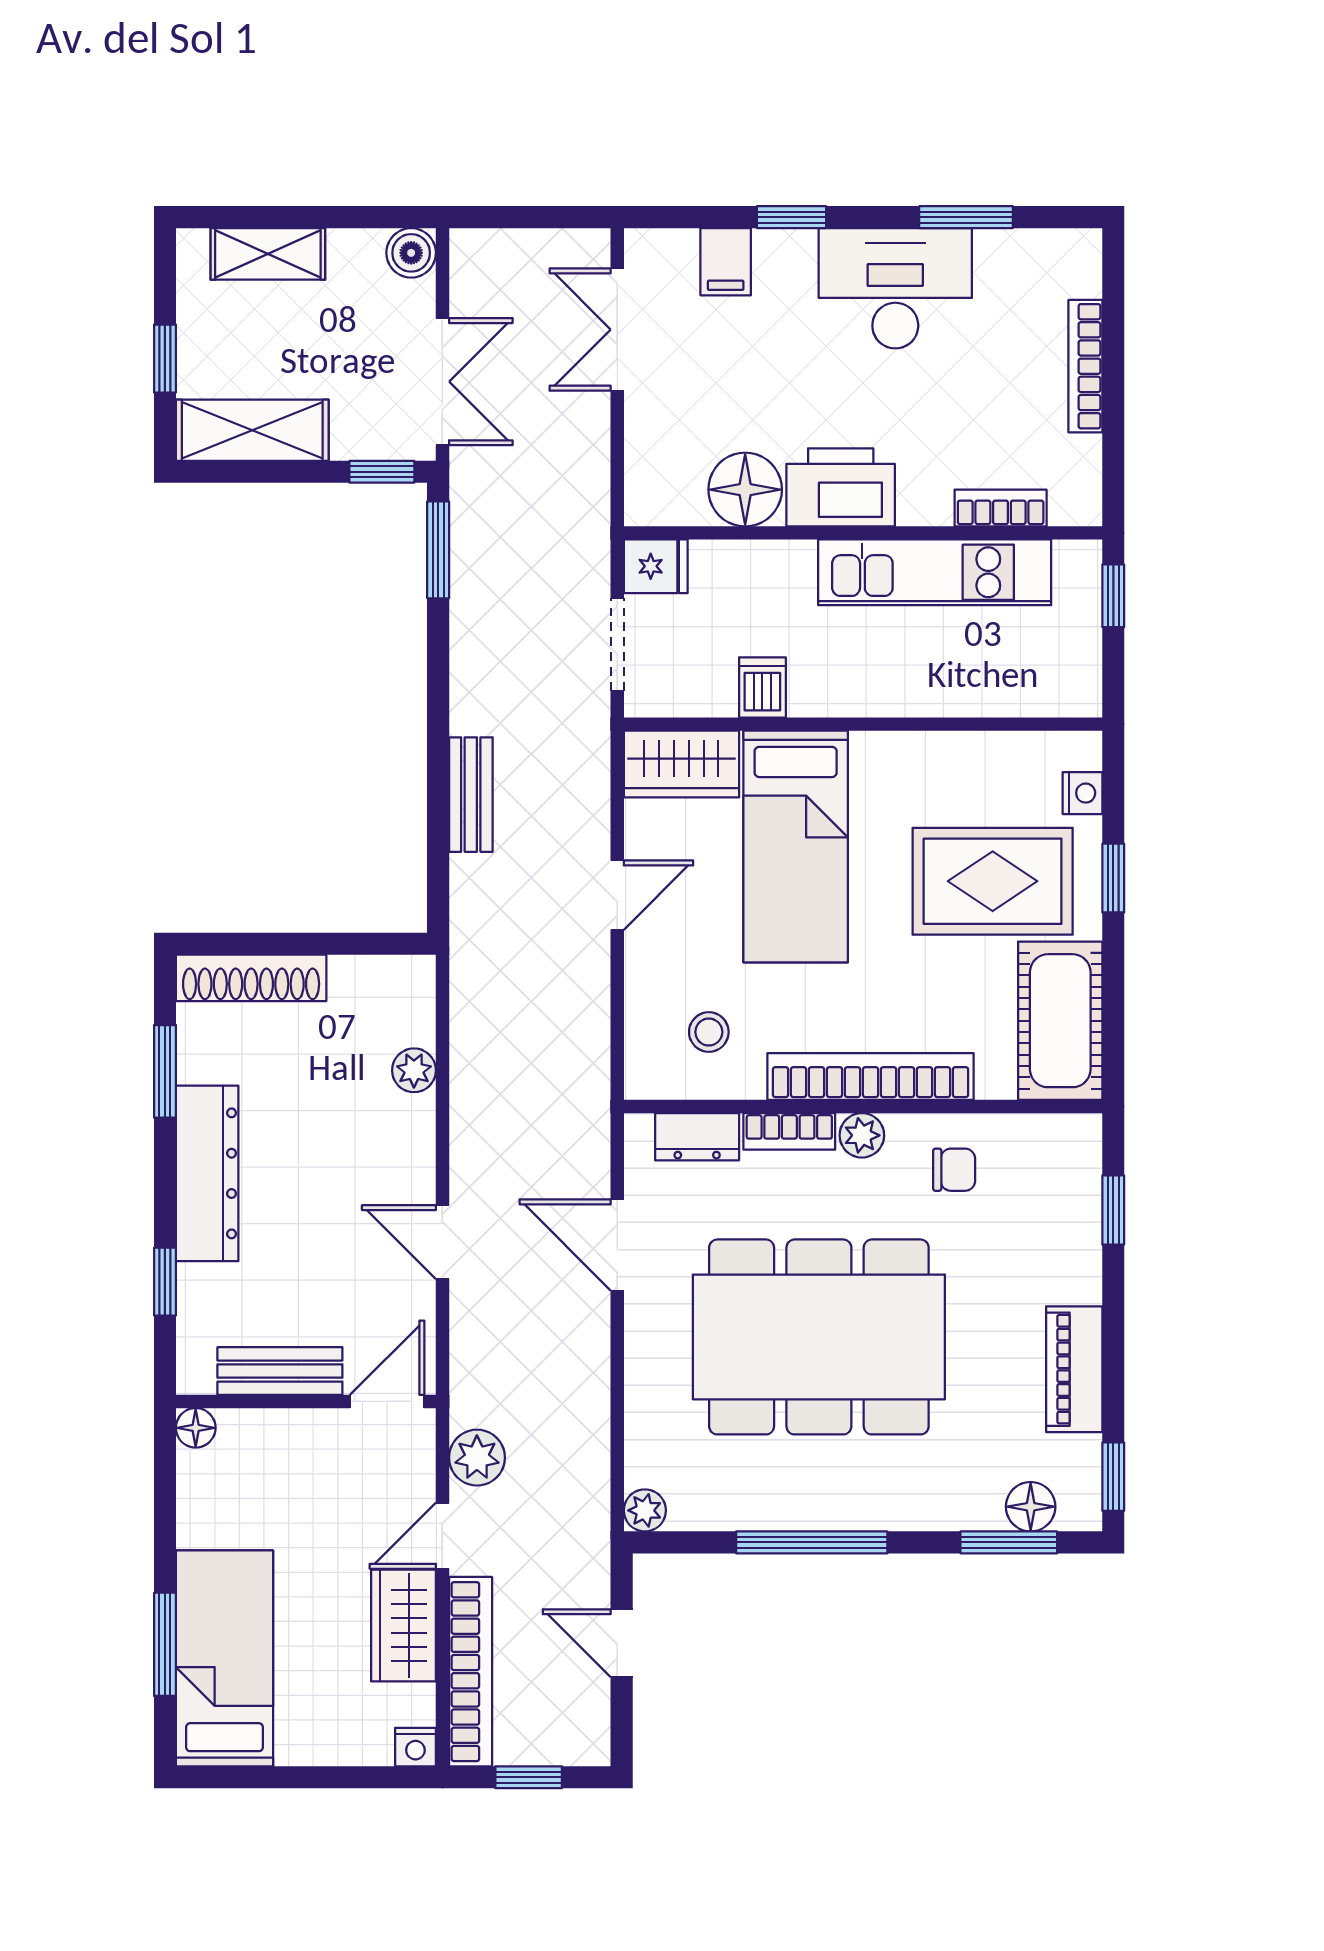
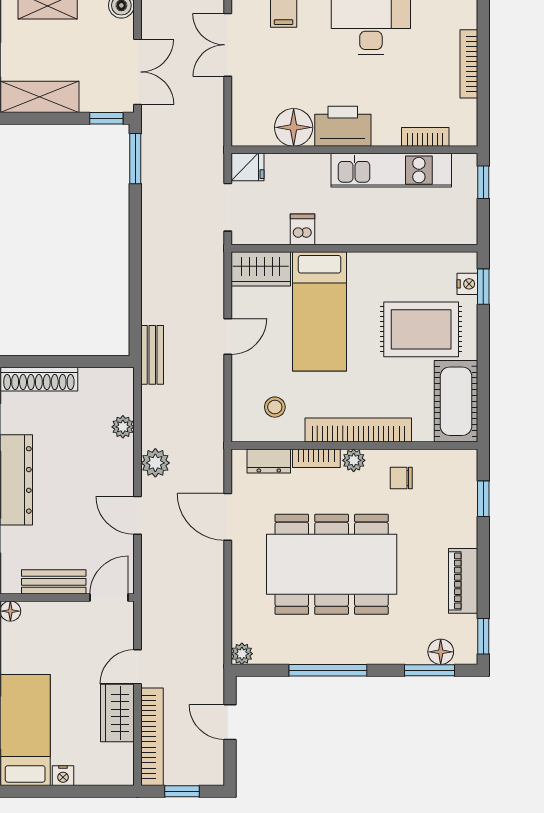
bench: (471, 795) -> (152, 355), moved
window: (1113, 878) -> (483, 287), moved
chair: (954, 1170) -> (401, 478), turned 180
plant: (477, 1458) -> (155, 463), moved
nightstand: (415, 1747) -> (63, 776), moved

